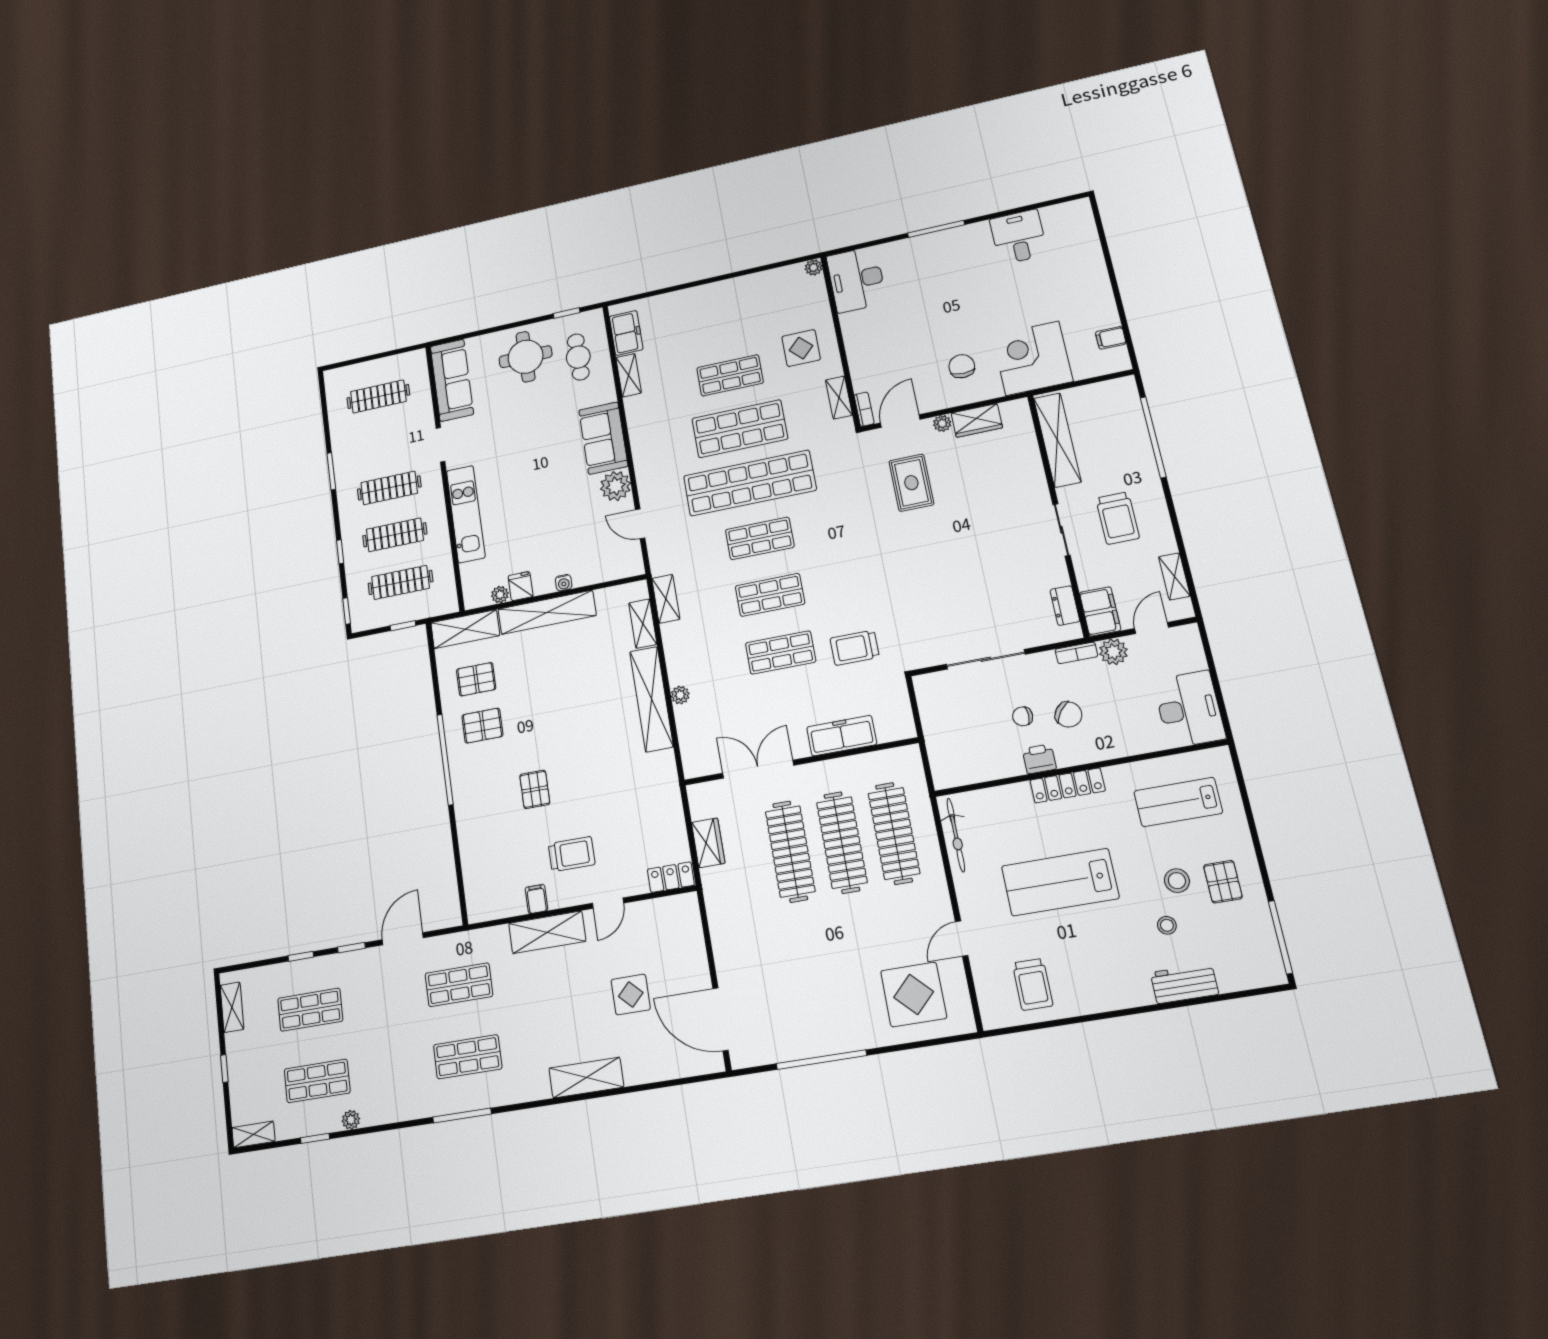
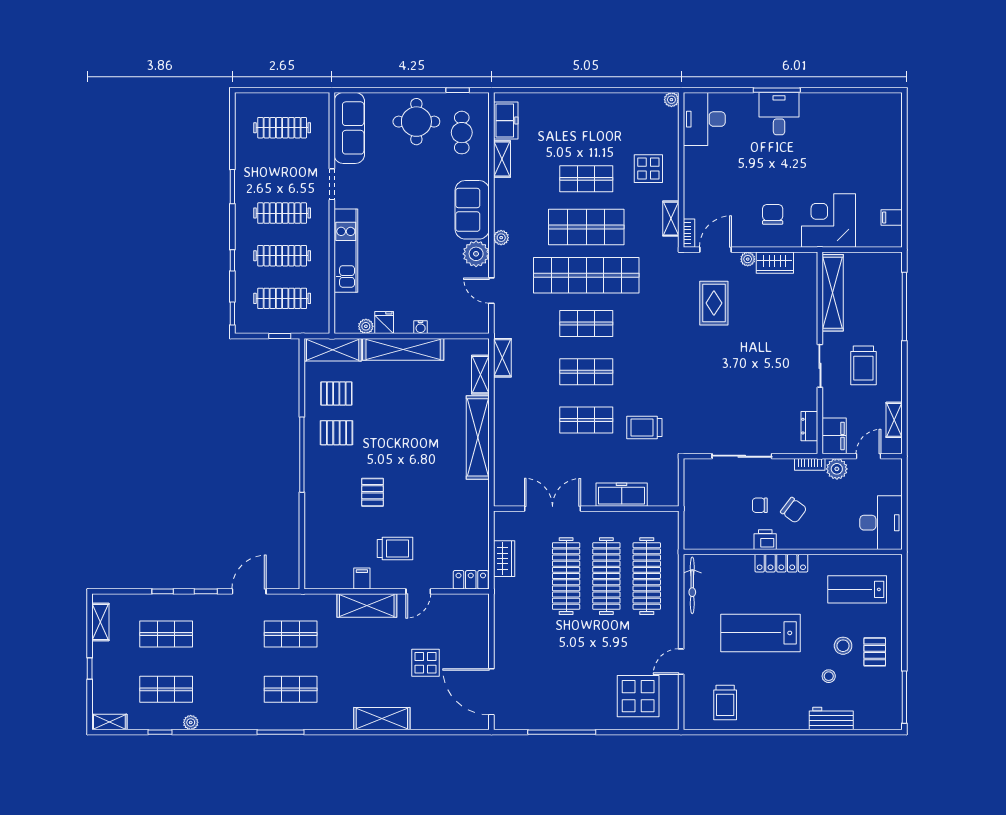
desk: (1018, 237) -> (779, 114), moved
plant: (680, 695) -> (501, 238), moved

